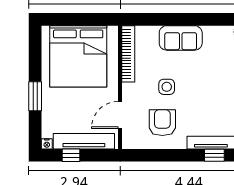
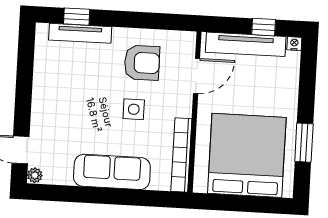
sofa: (181, 38) -> (112, 172), width x1.36
window: (35, 96) -> (304, 143), moved
armchair: (162, 123) -> (142, 63), turned -90

